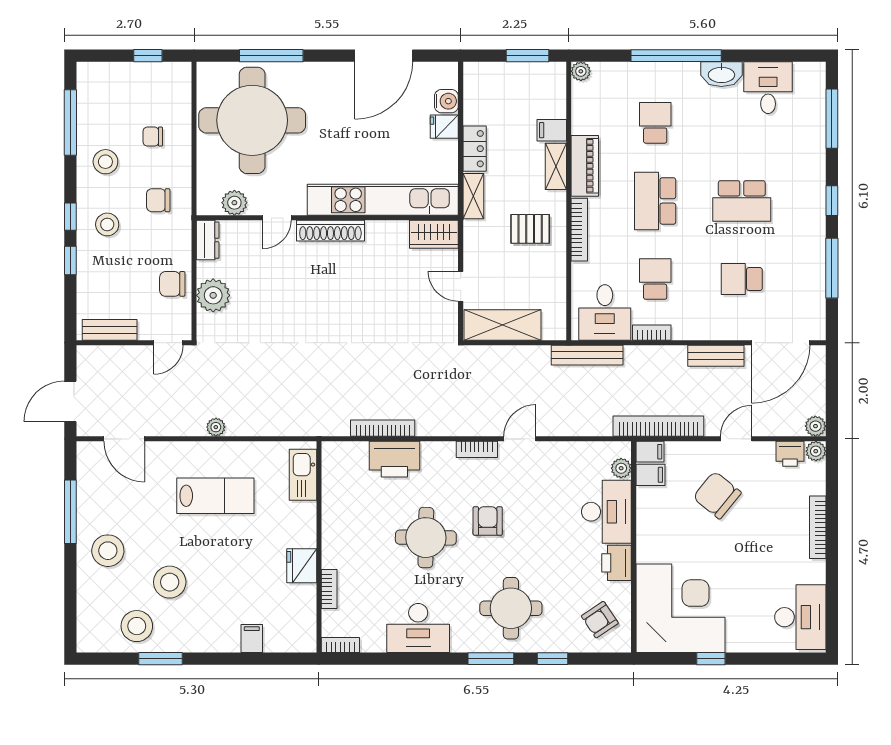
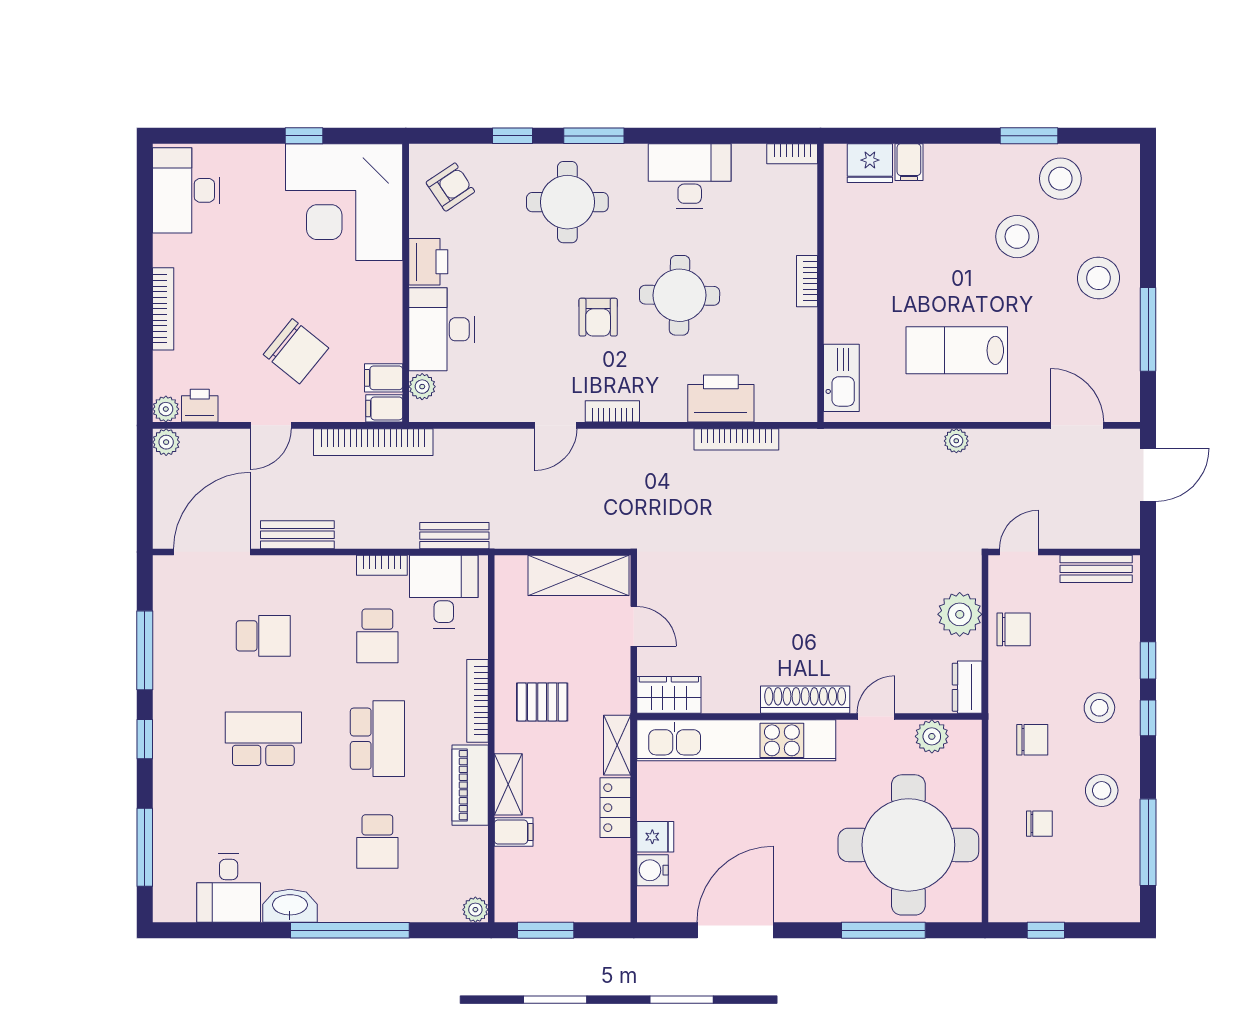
bench: (587, 355) -> (454, 536), width x0.73
fridge: (302, 566) -> (870, 163), moved, turned 90
bookcase: (329, 589) -> (807, 281), moved

